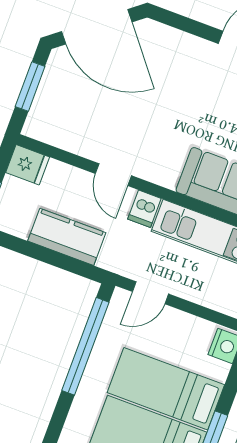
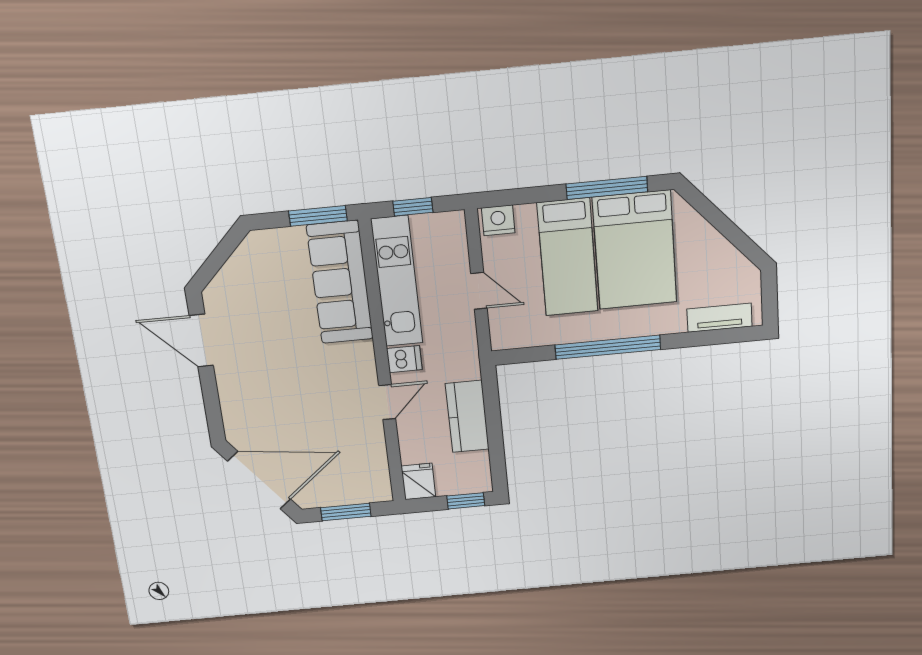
door: (97, 27) -> (259, 480), hinge flipped
door: (150, 293) -> (479, 291), moved
window: (85, 346) -> (608, 347), moved

